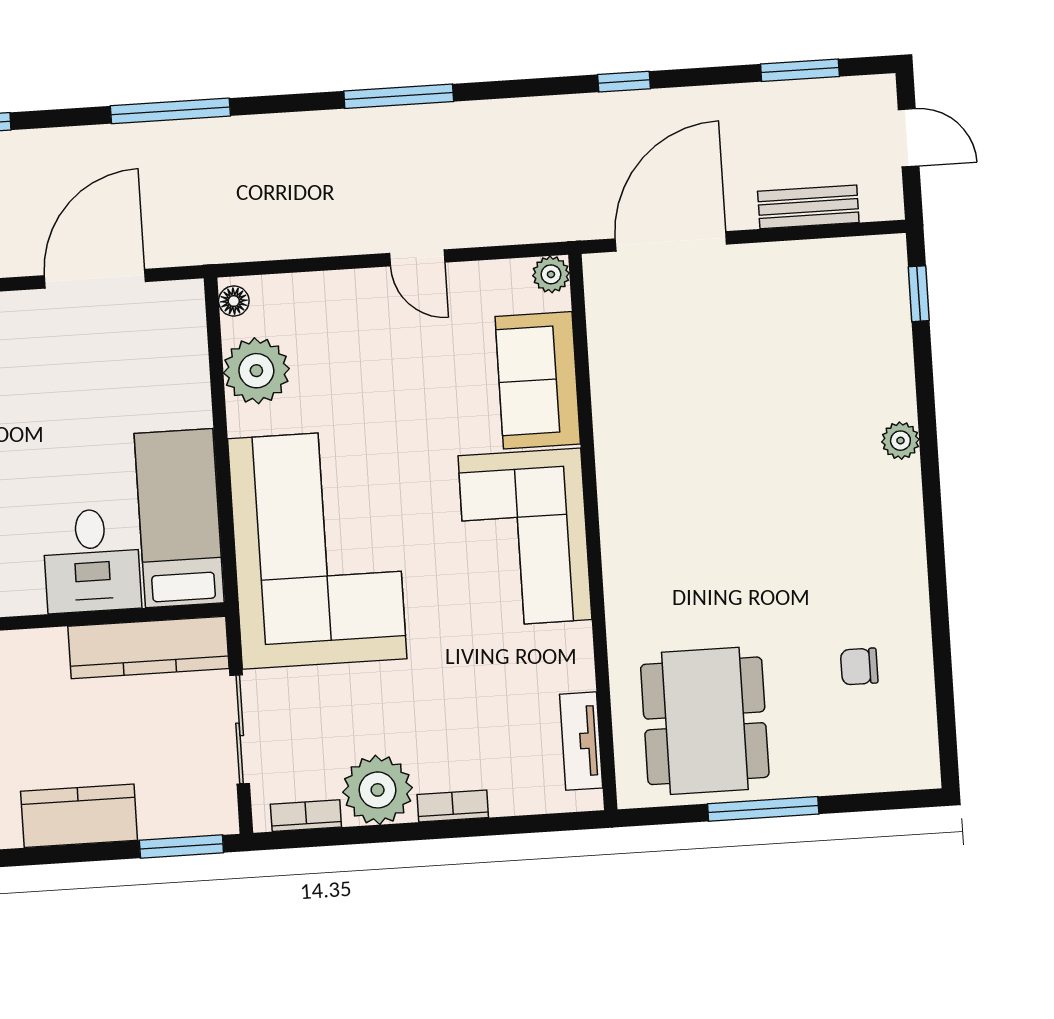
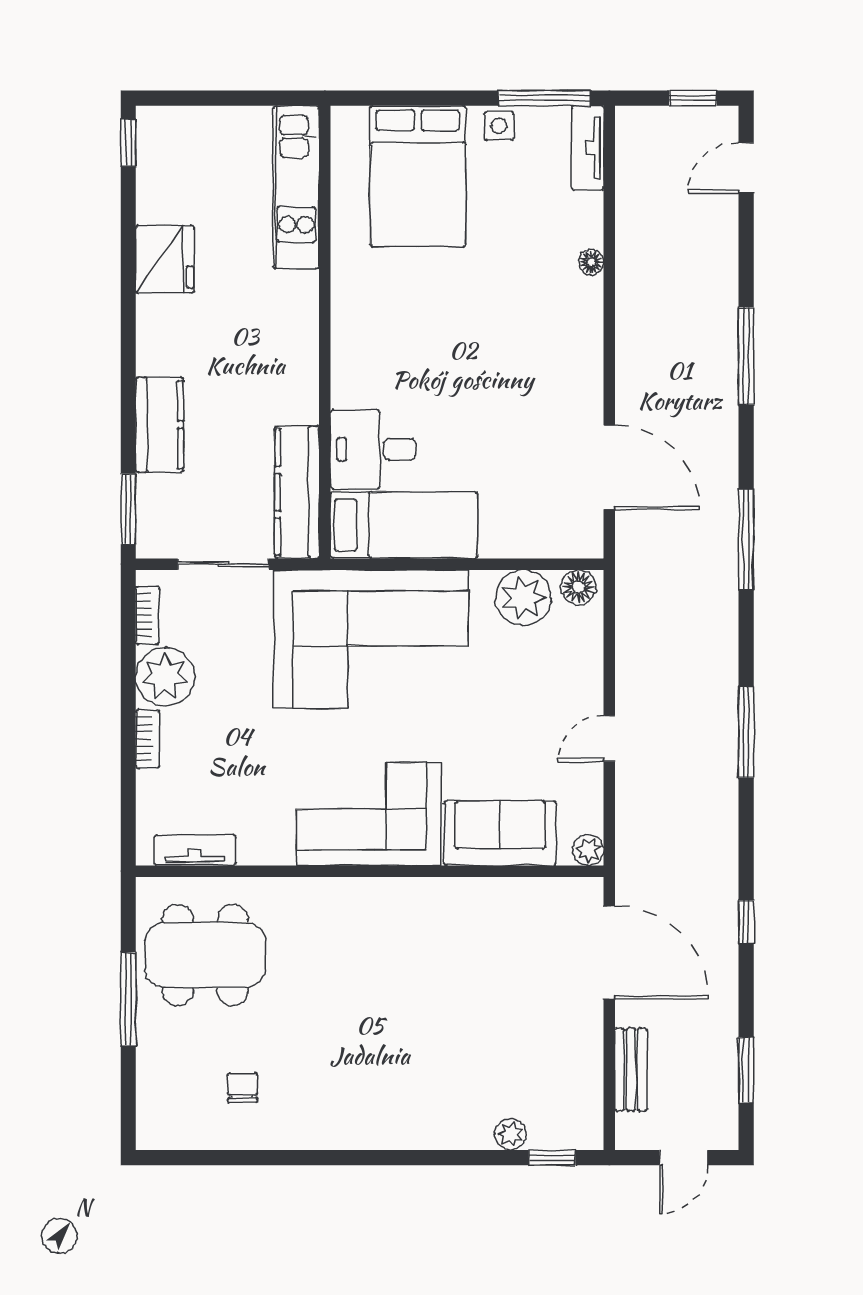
floor lamp: (234, 301) -> (578, 587), width x1.37, depth x1.37
plant: (900, 441) -> (511, 1134), moved

